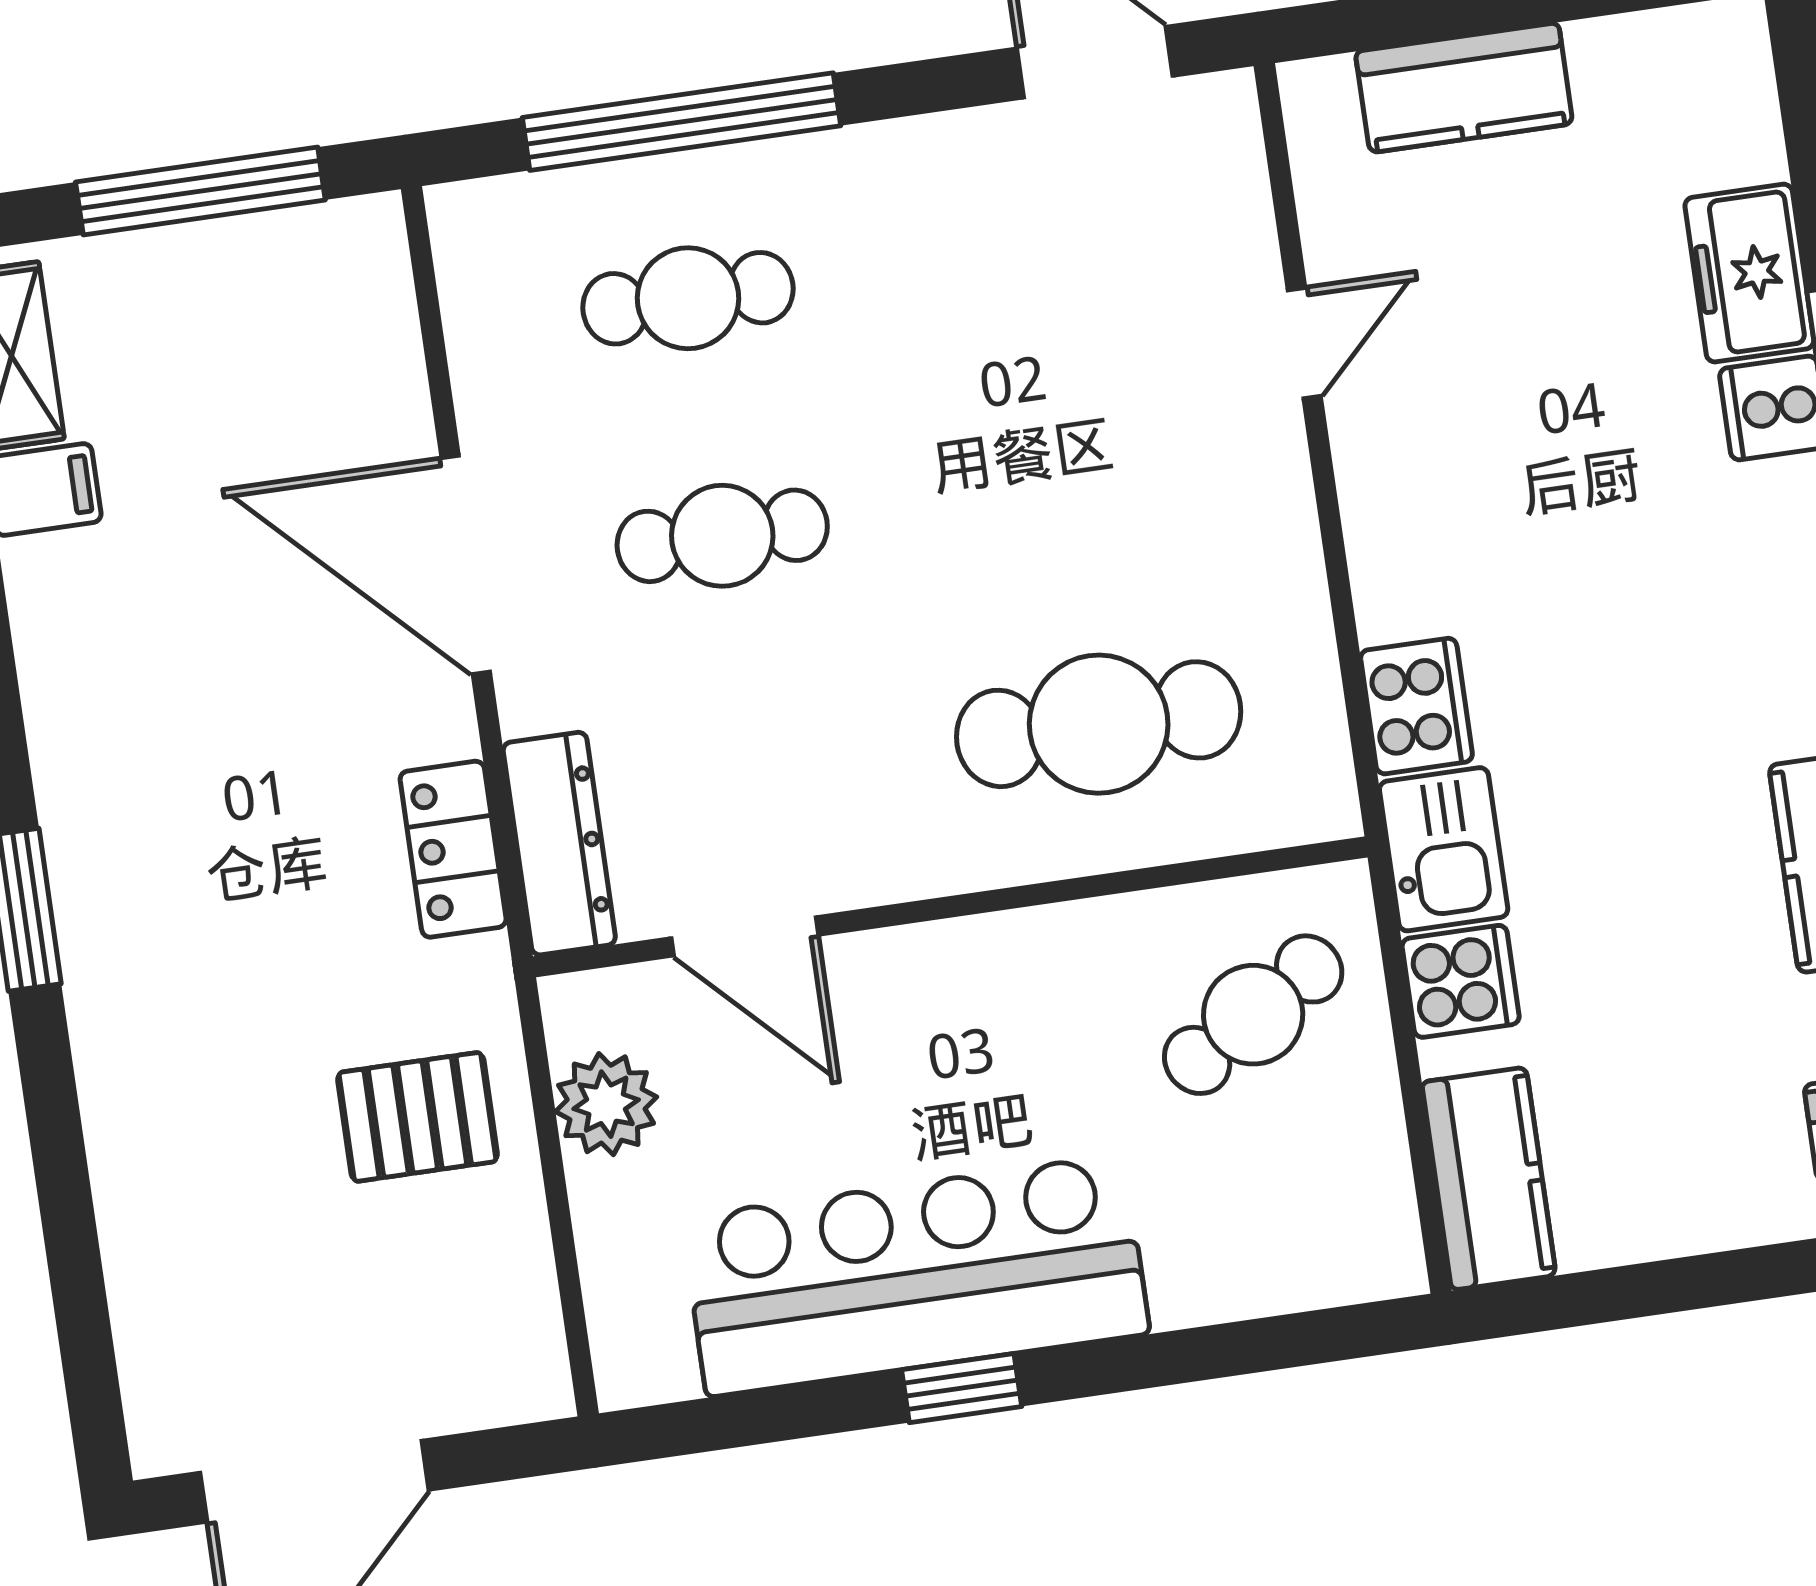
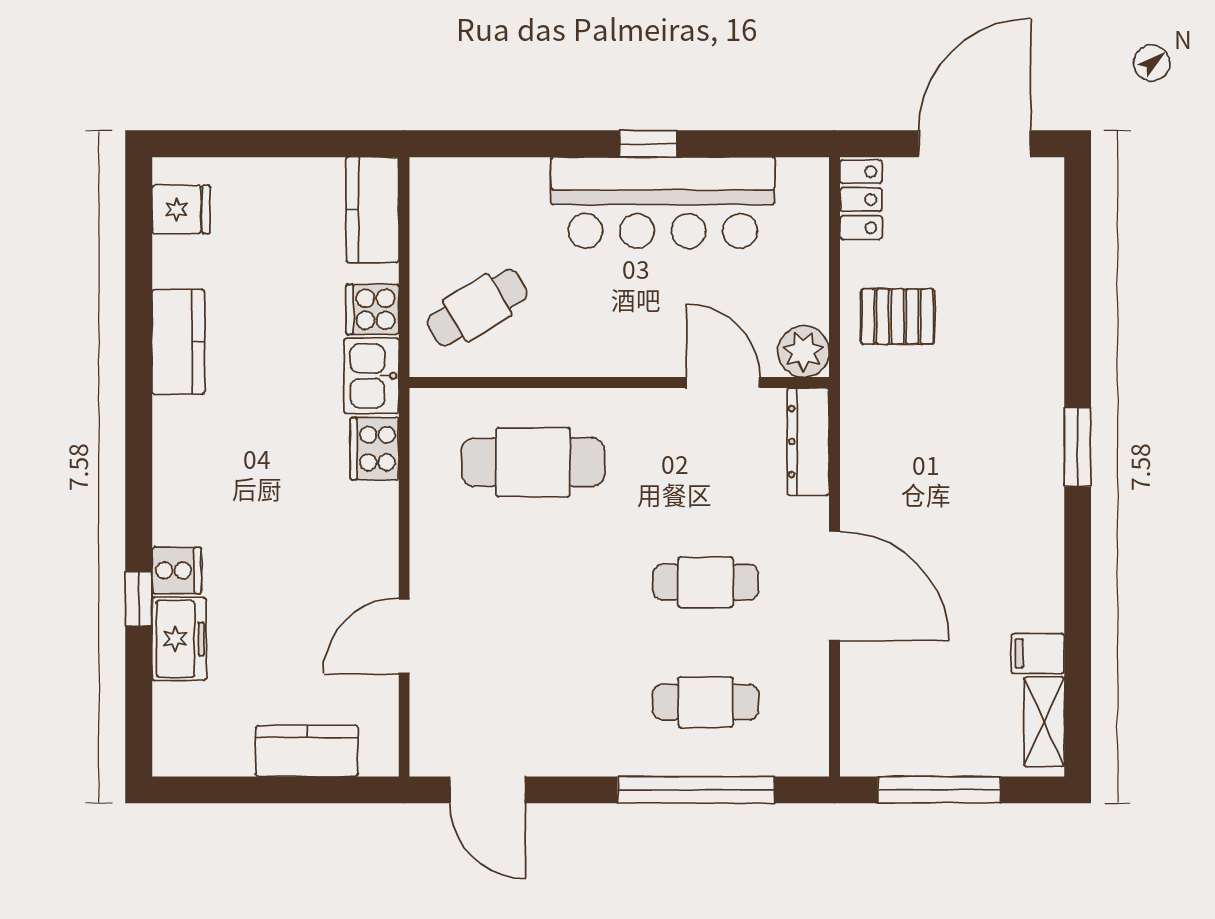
door: (1304, 343) -> (404, 636), width x1.38
locker: (453, 849) -> (861, 200), moved
plant: (606, 1104) -> (804, 352), moved

